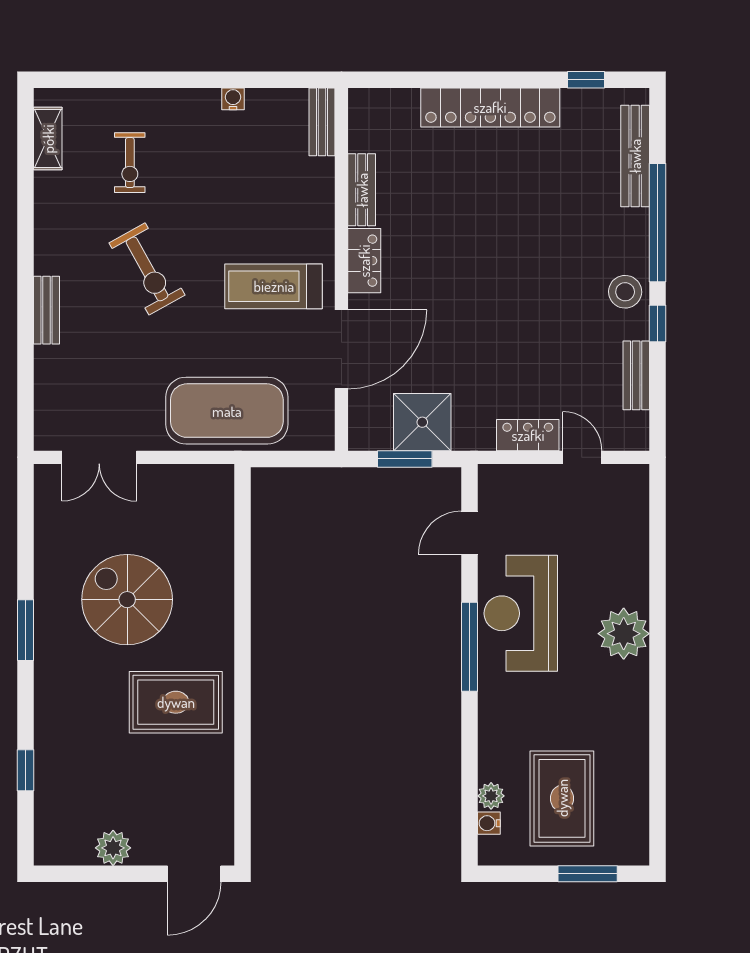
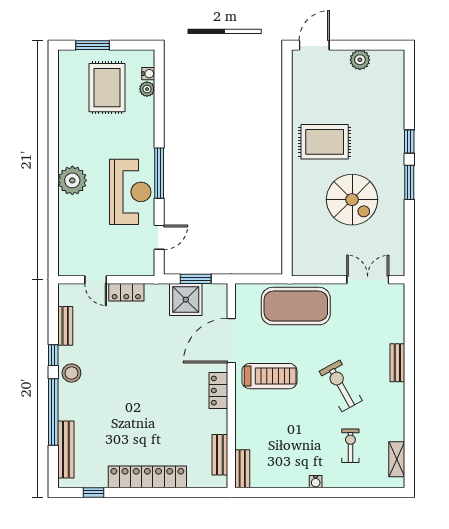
water cooler: (233, 99) -> (316, 482), moved
bench: (362, 190) -> (220, 455), moved
window: (25, 770) -> (409, 141), moved

